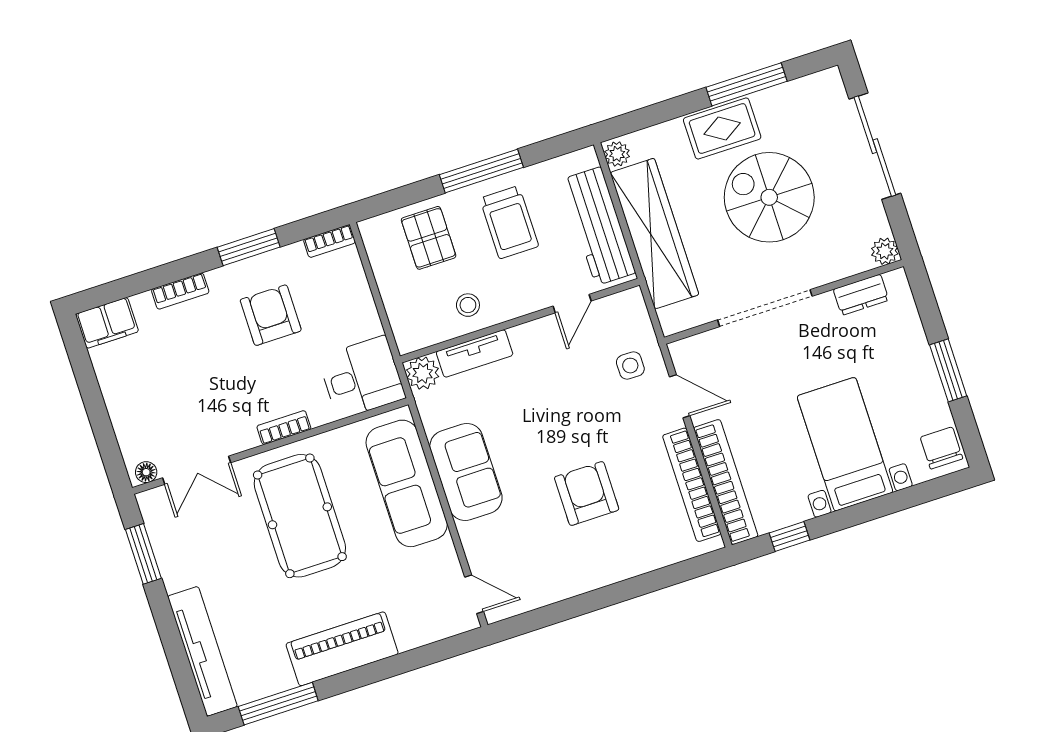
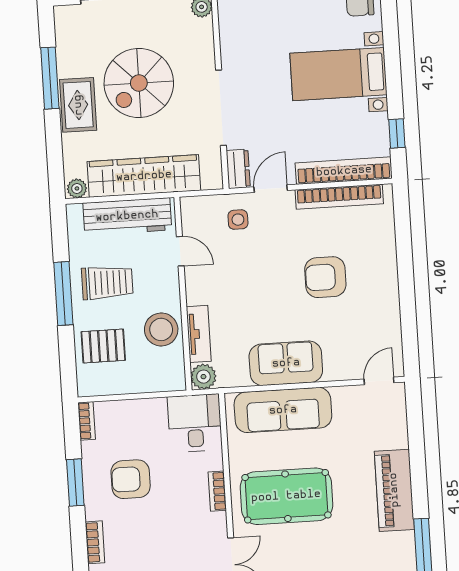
dresser: (861, 295) -> (238, 169), moved
stool: (468, 305) -> (161, 329), width x1.89, depth x1.89

